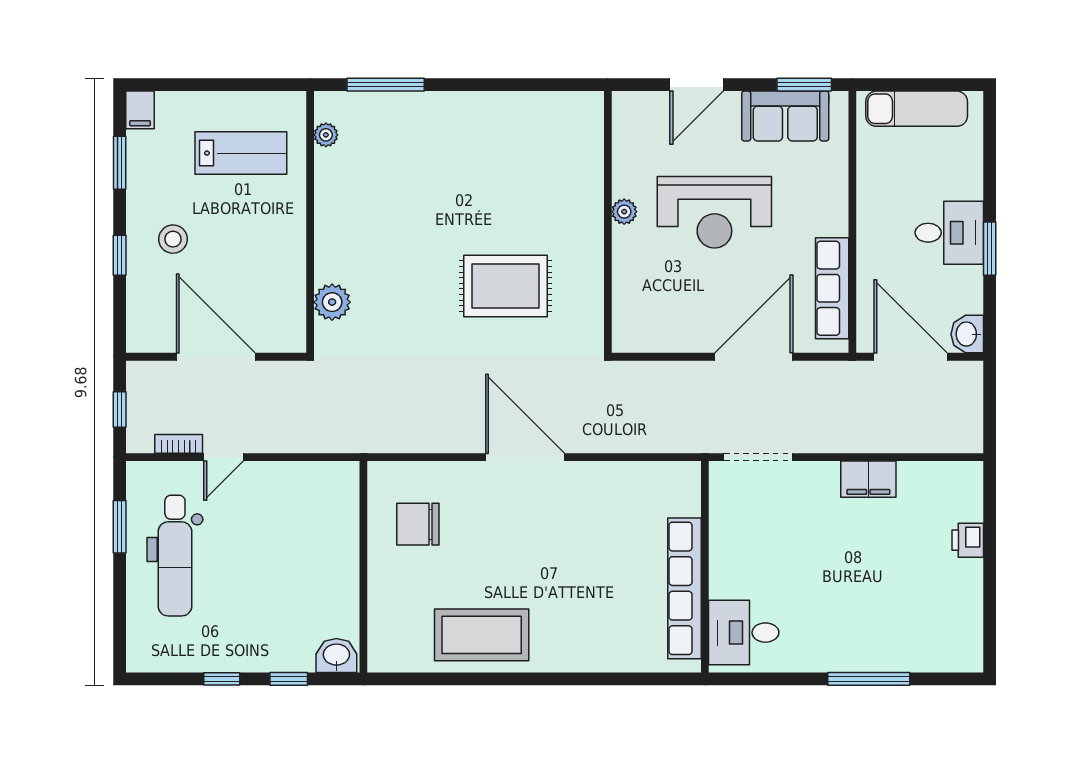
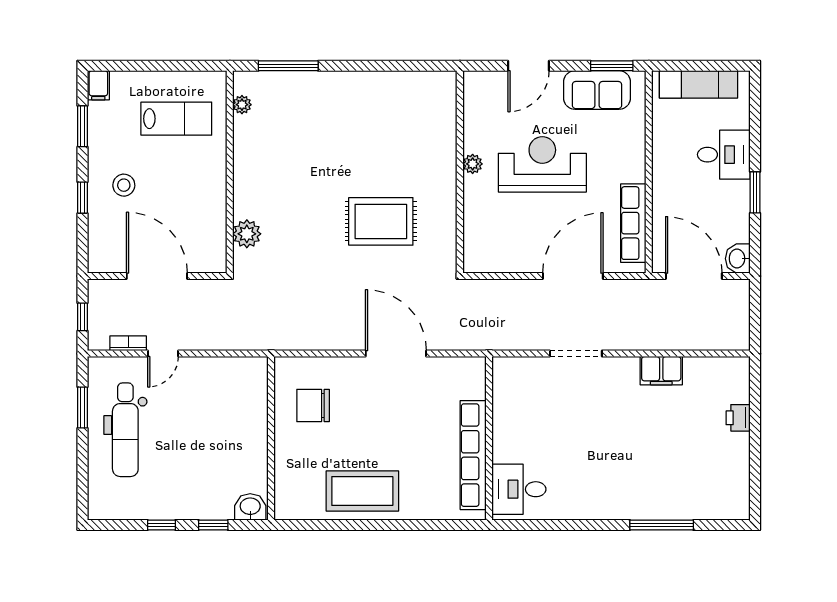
reception desk: (714, 212) -> (542, 164), turned 180
desk: (949, 233) -> (724, 155), moved
wall: (705, 567) -> (489, 438), moved
row of seats: (685, 588) -> (473, 455), moved
desk: (744, 633) -> (519, 489), moved

